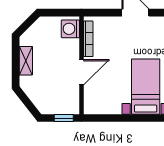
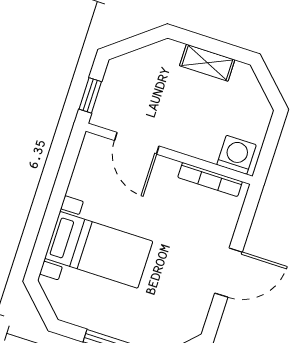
door: (82, 72) -> (137, 143), moved

